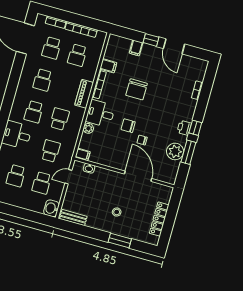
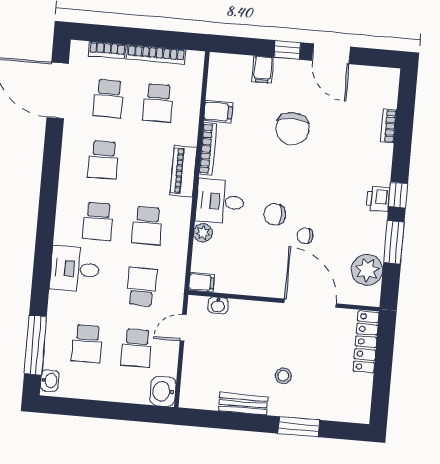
chair: (137, 89) -> (292, 129), moved
school desk: (59, 119) -> (147, 226), turned 180
plant: (175, 151) -> (367, 270), moved
bench: (73, 218) -> (243, 404), moved
locker: (159, 219) -> (366, 342), moved

